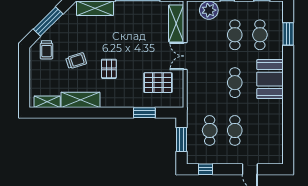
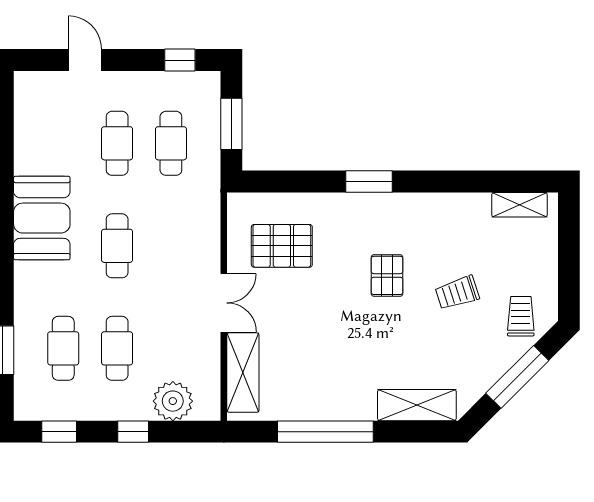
booth: (270, 79) -> (42, 218), moved
shelving: (80, 100) -> (448, 209), removed
window: (144, 113) -> (369, 182), moved

